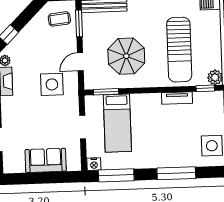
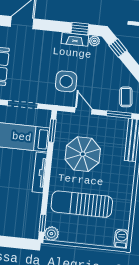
tv unit: (177, 98) -> (40, 172), moved, width x1.41
doorway: (83, 127) -> (23, 104), width x1.38

